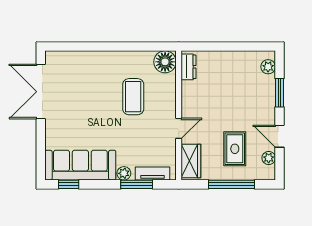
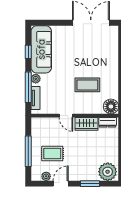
plant: (268, 67) -> (108, 172), width x1.87, depth x1.87
wardrobe: (191, 161) -> (87, 124), moved
window: (69, 184) -> (28, 52), moved
window: (137, 184) -> (28, 87), width x1.44

